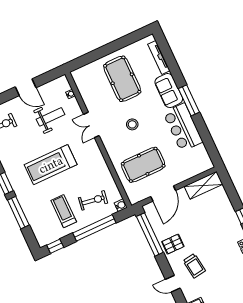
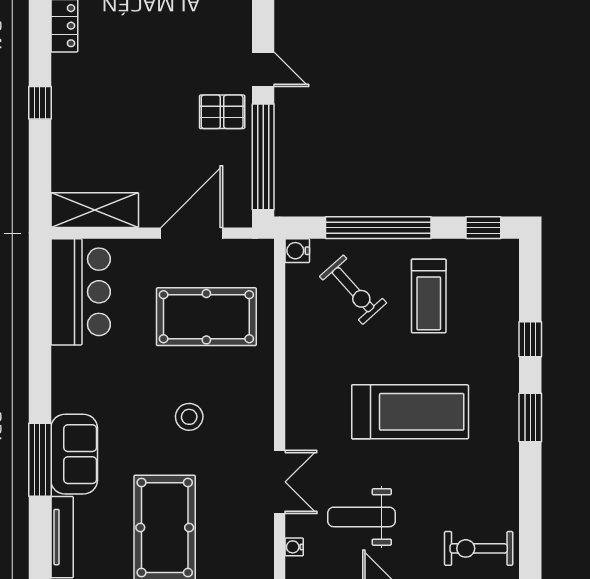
window: (189, 100) -> (40, 460), moved
double door: (91, 125) -> (280, 482), moved
bar counter: (183, 127) -> (81, 292), moved
exercise bike: (93, 200) -> (353, 290), turned -141
window: (18, 213) -> (530, 339), width x0.46
trolley: (194, 266) -> (197, 42), removed
door: (173, 284) -> (263, 69), moved

